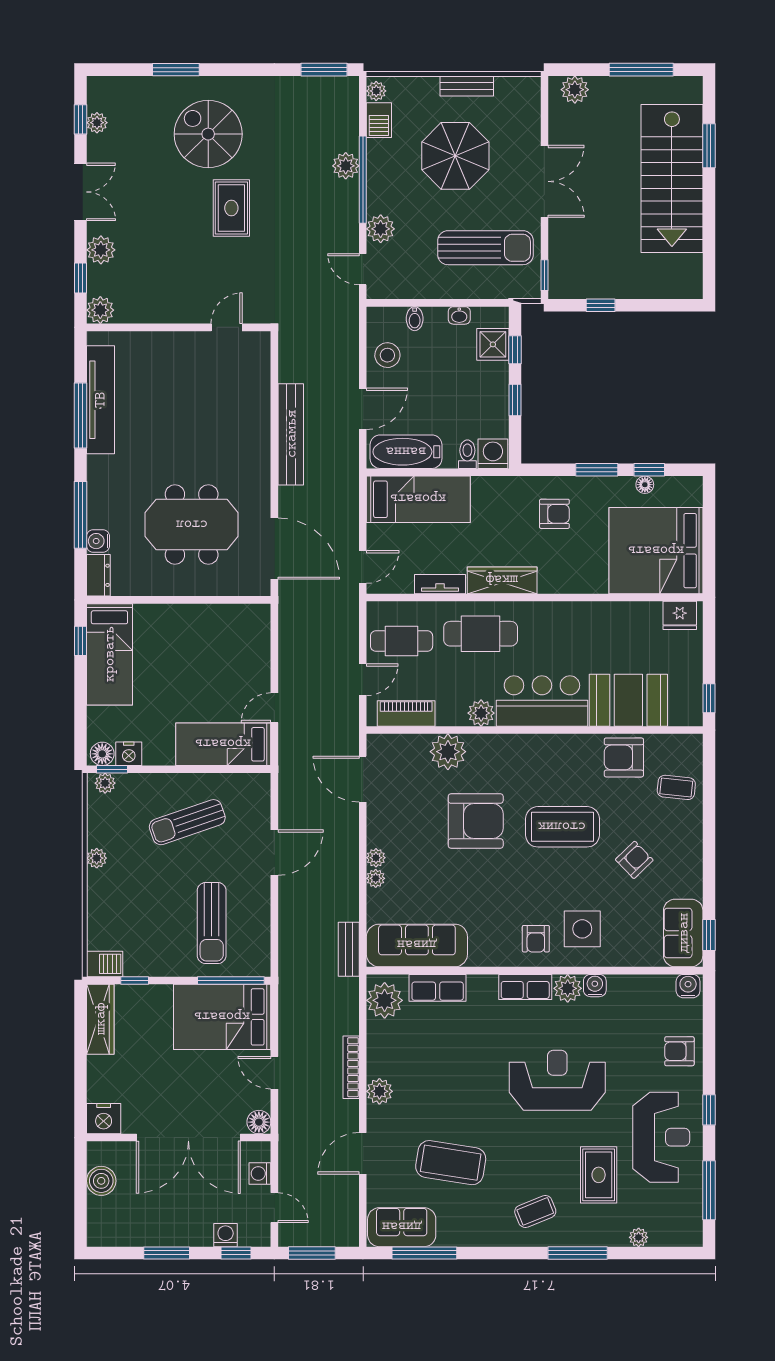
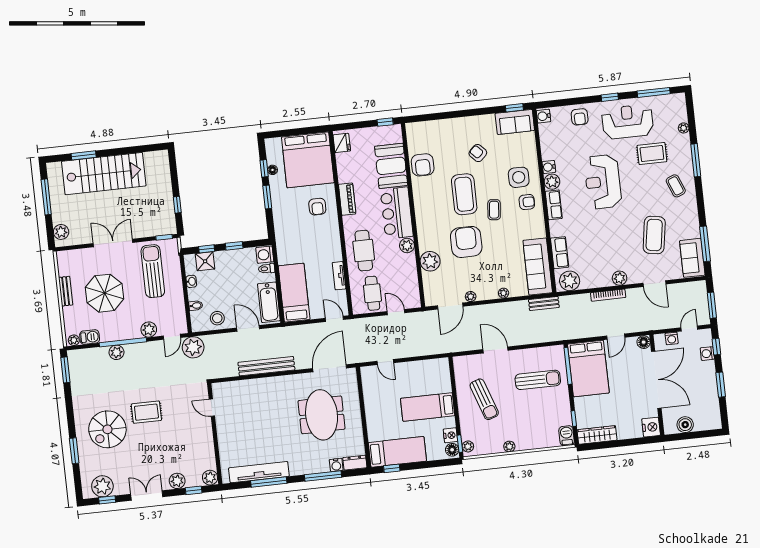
plant: (97, 123) -> (102, 486), width x1.88, depth x1.88
plant: (340, 306) -> (193, 347), added
armchair: (554, 514) -> (317, 207), moved, turned 180
wardrobe: (502, 580) -> (333, 242), removed
door: (274, 708) -> (385, 362), moved
piano: (406, 714) -> (347, 199), moved, turned 180
bed: (223, 744) -> (428, 407), moved, turned 90
coffee table: (676, 787) -> (494, 210), moved
plant: (376, 858) -> (471, 297), moved

